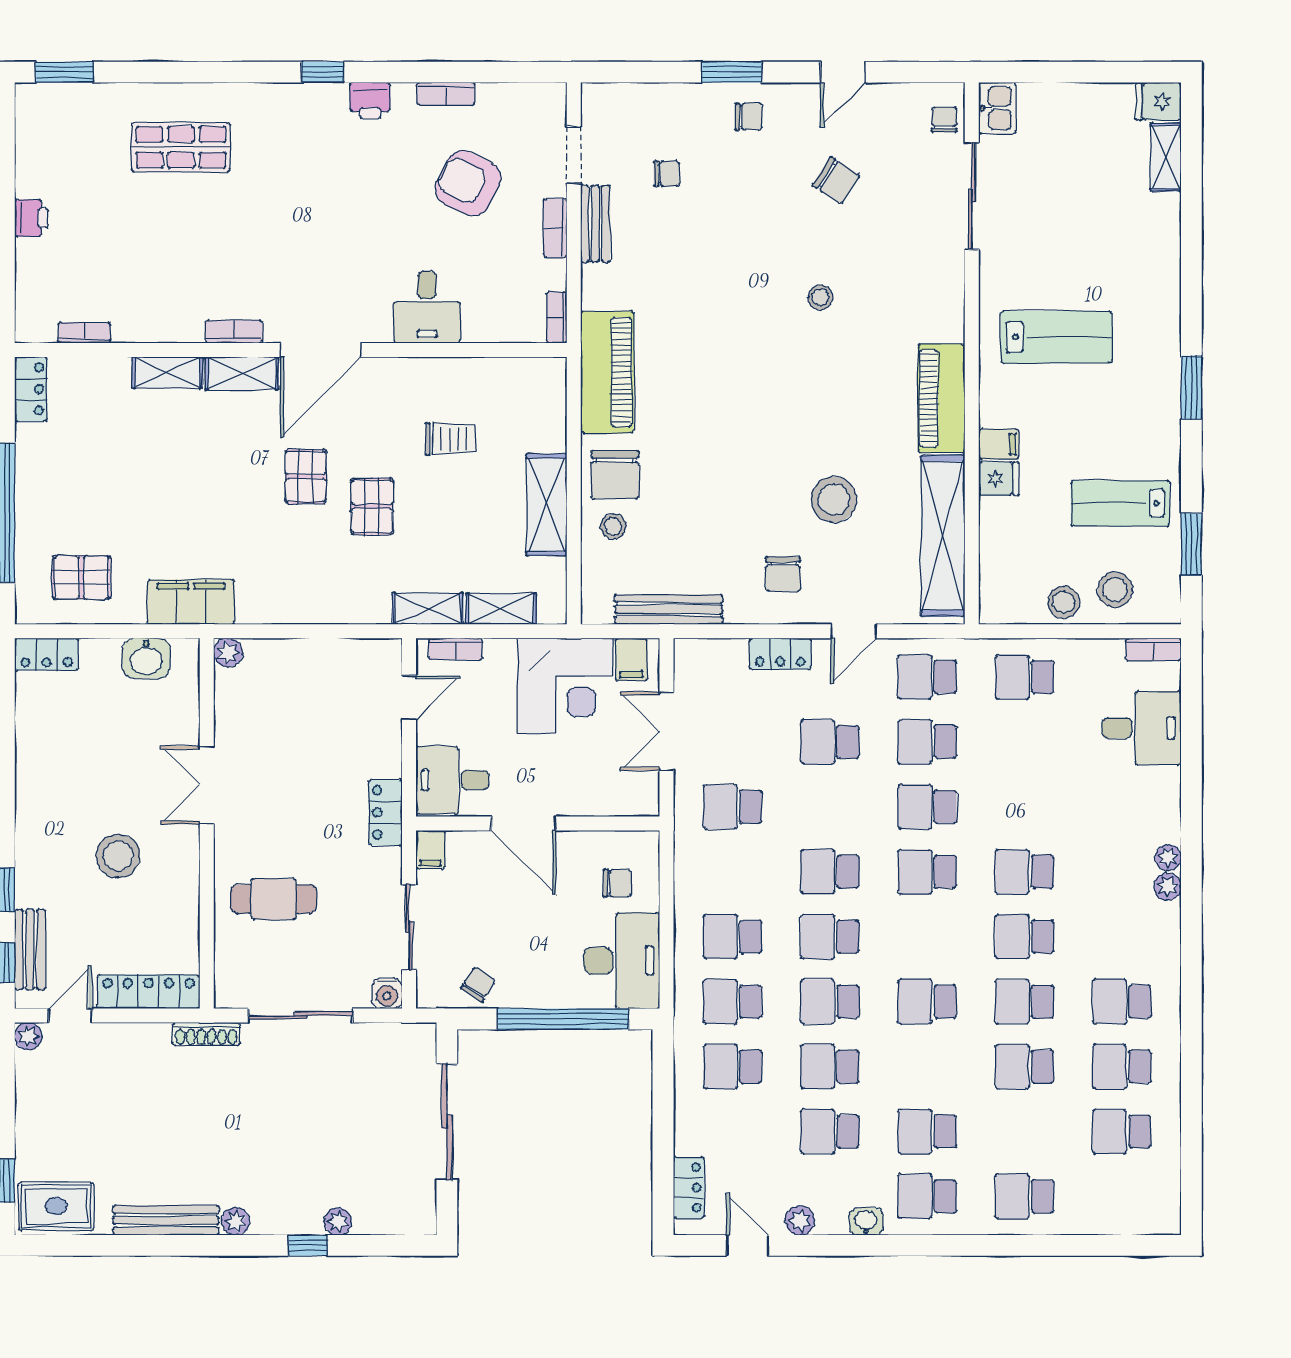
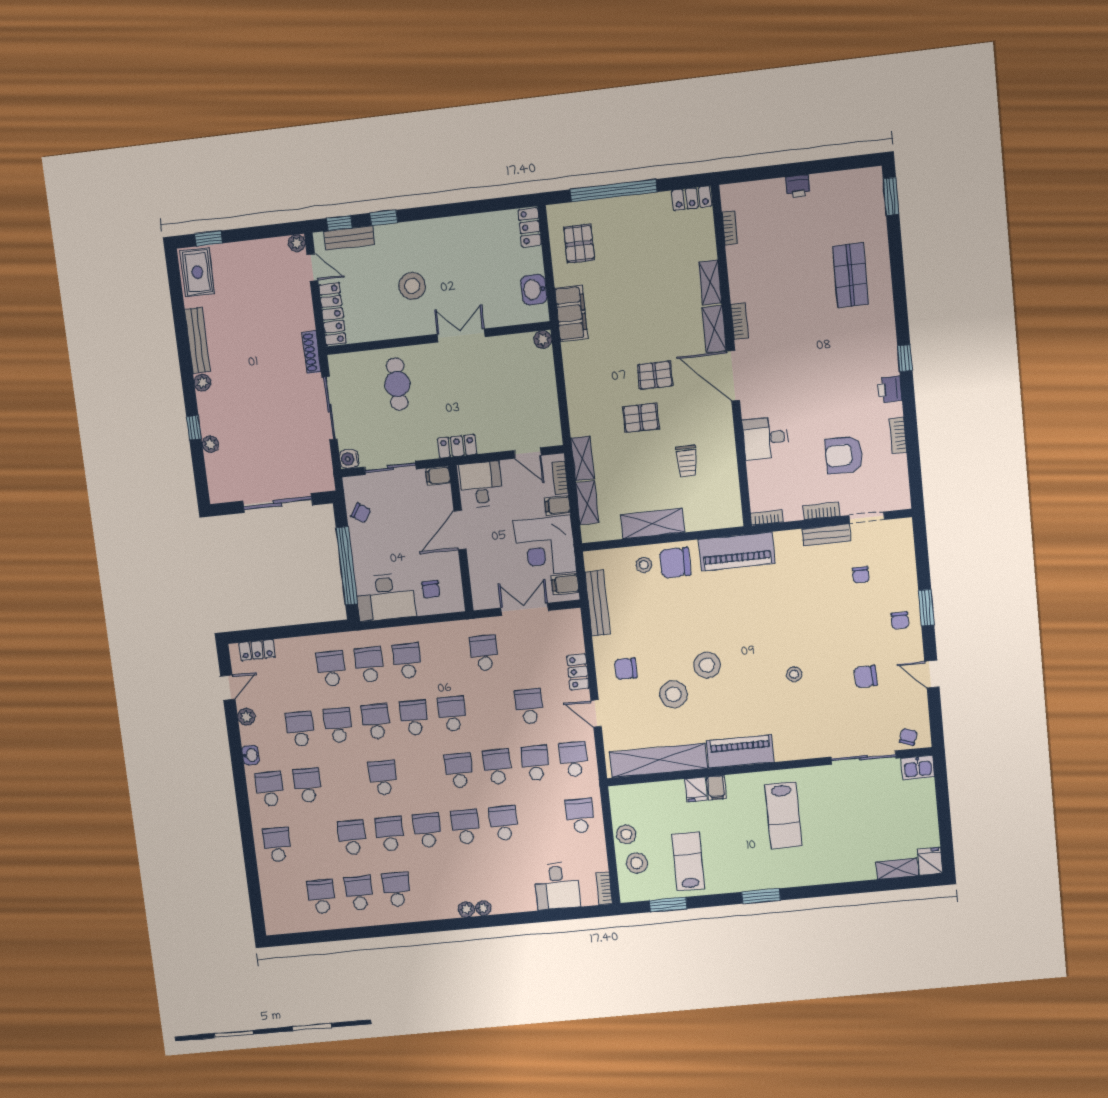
chair: (944, 120) -> (908, 737), turned -72
chair: (836, 180) -> (866, 676), turned 56
armchair: (468, 183) -> (844, 455), turned -116
stool: (790, 439) -> (707, 665), added
filing cabinet: (500, 658) -> (557, 505), added
school desk: (1024, 807) -> (503, 823), added

